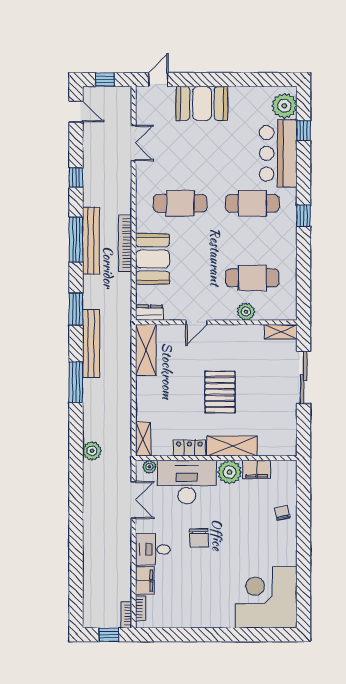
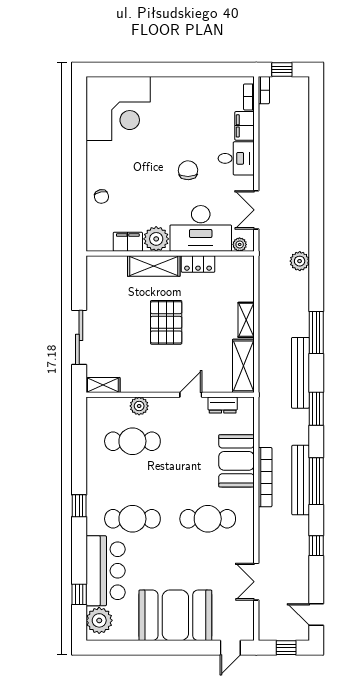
booth: (202, 103) -> (175, 615), width x1.36, depth x1.42
dresser: (149, 313) -> (223, 405), moved
shelving: (143, 439) -> (246, 320), moved

